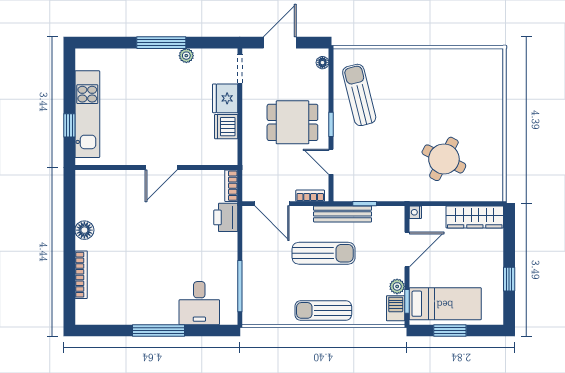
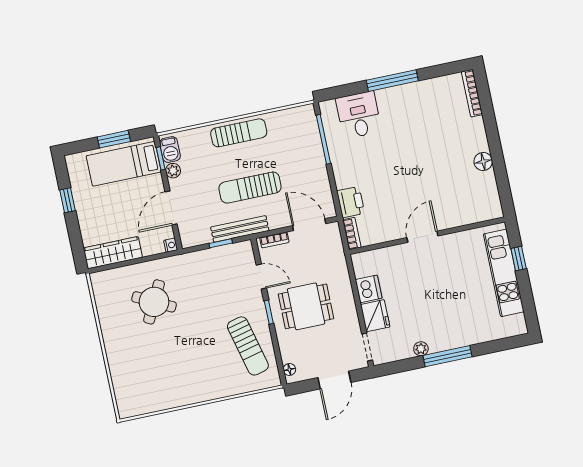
bookcase: (81, 275) -> (472, 93), moved

